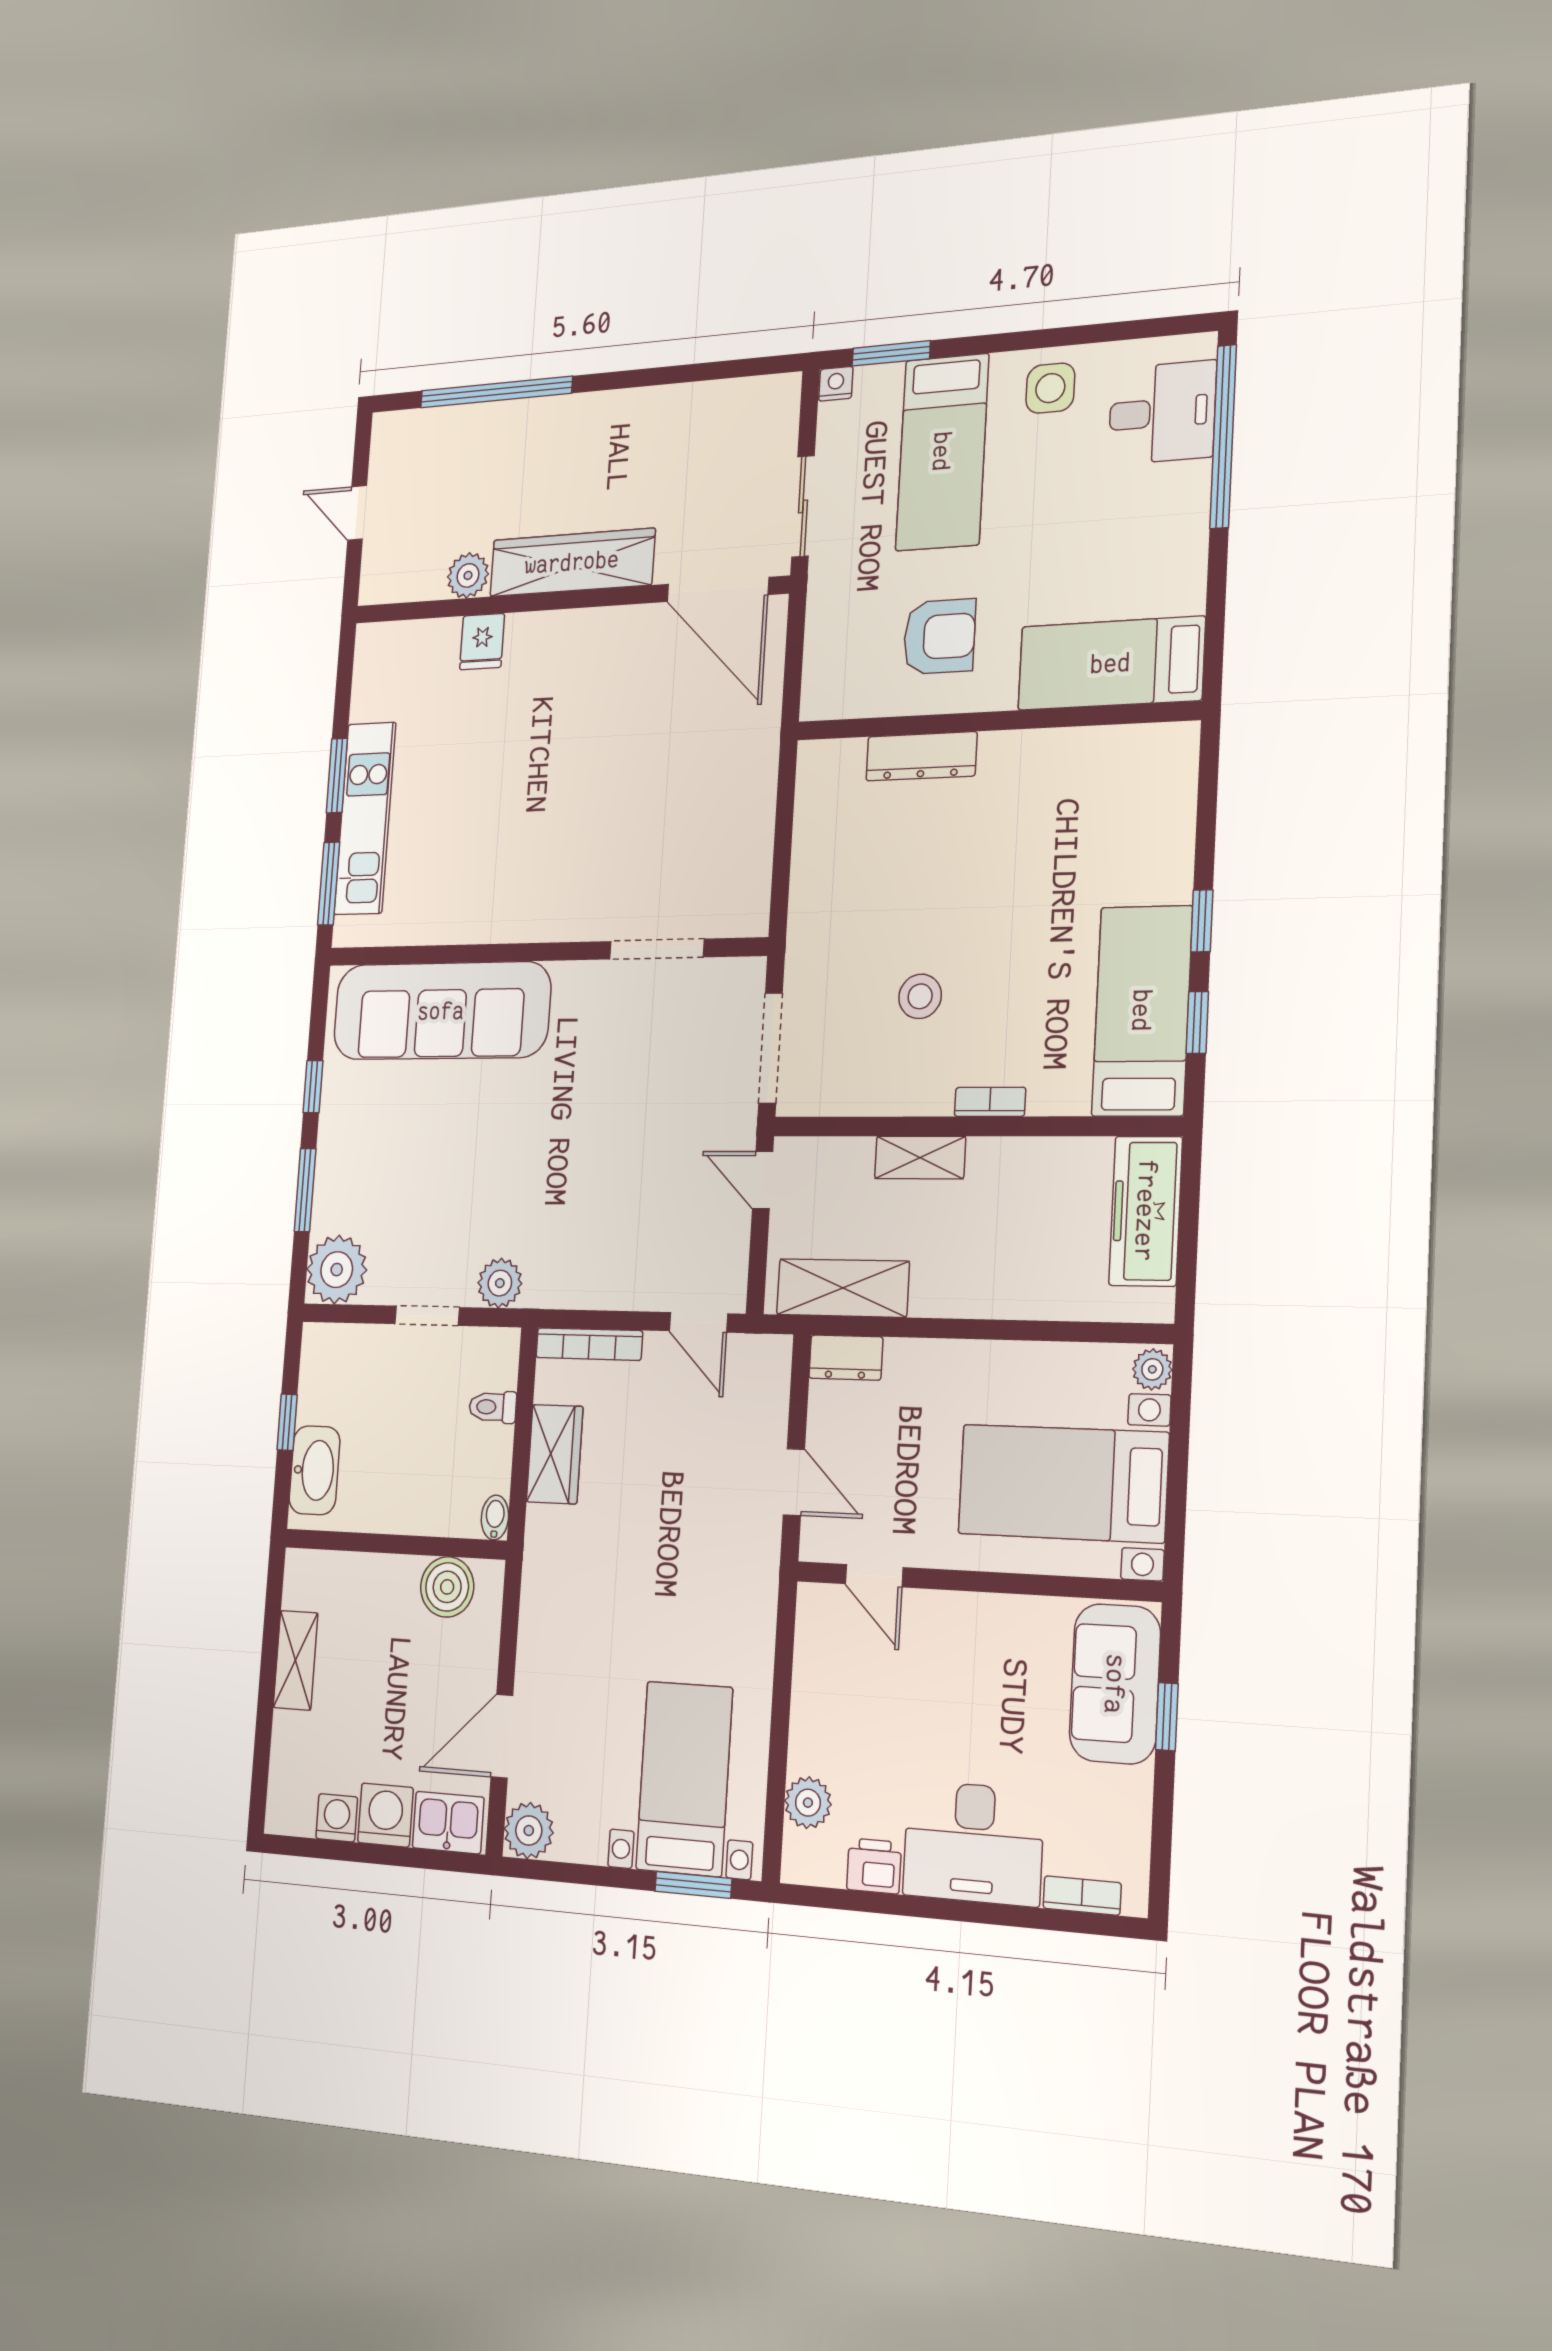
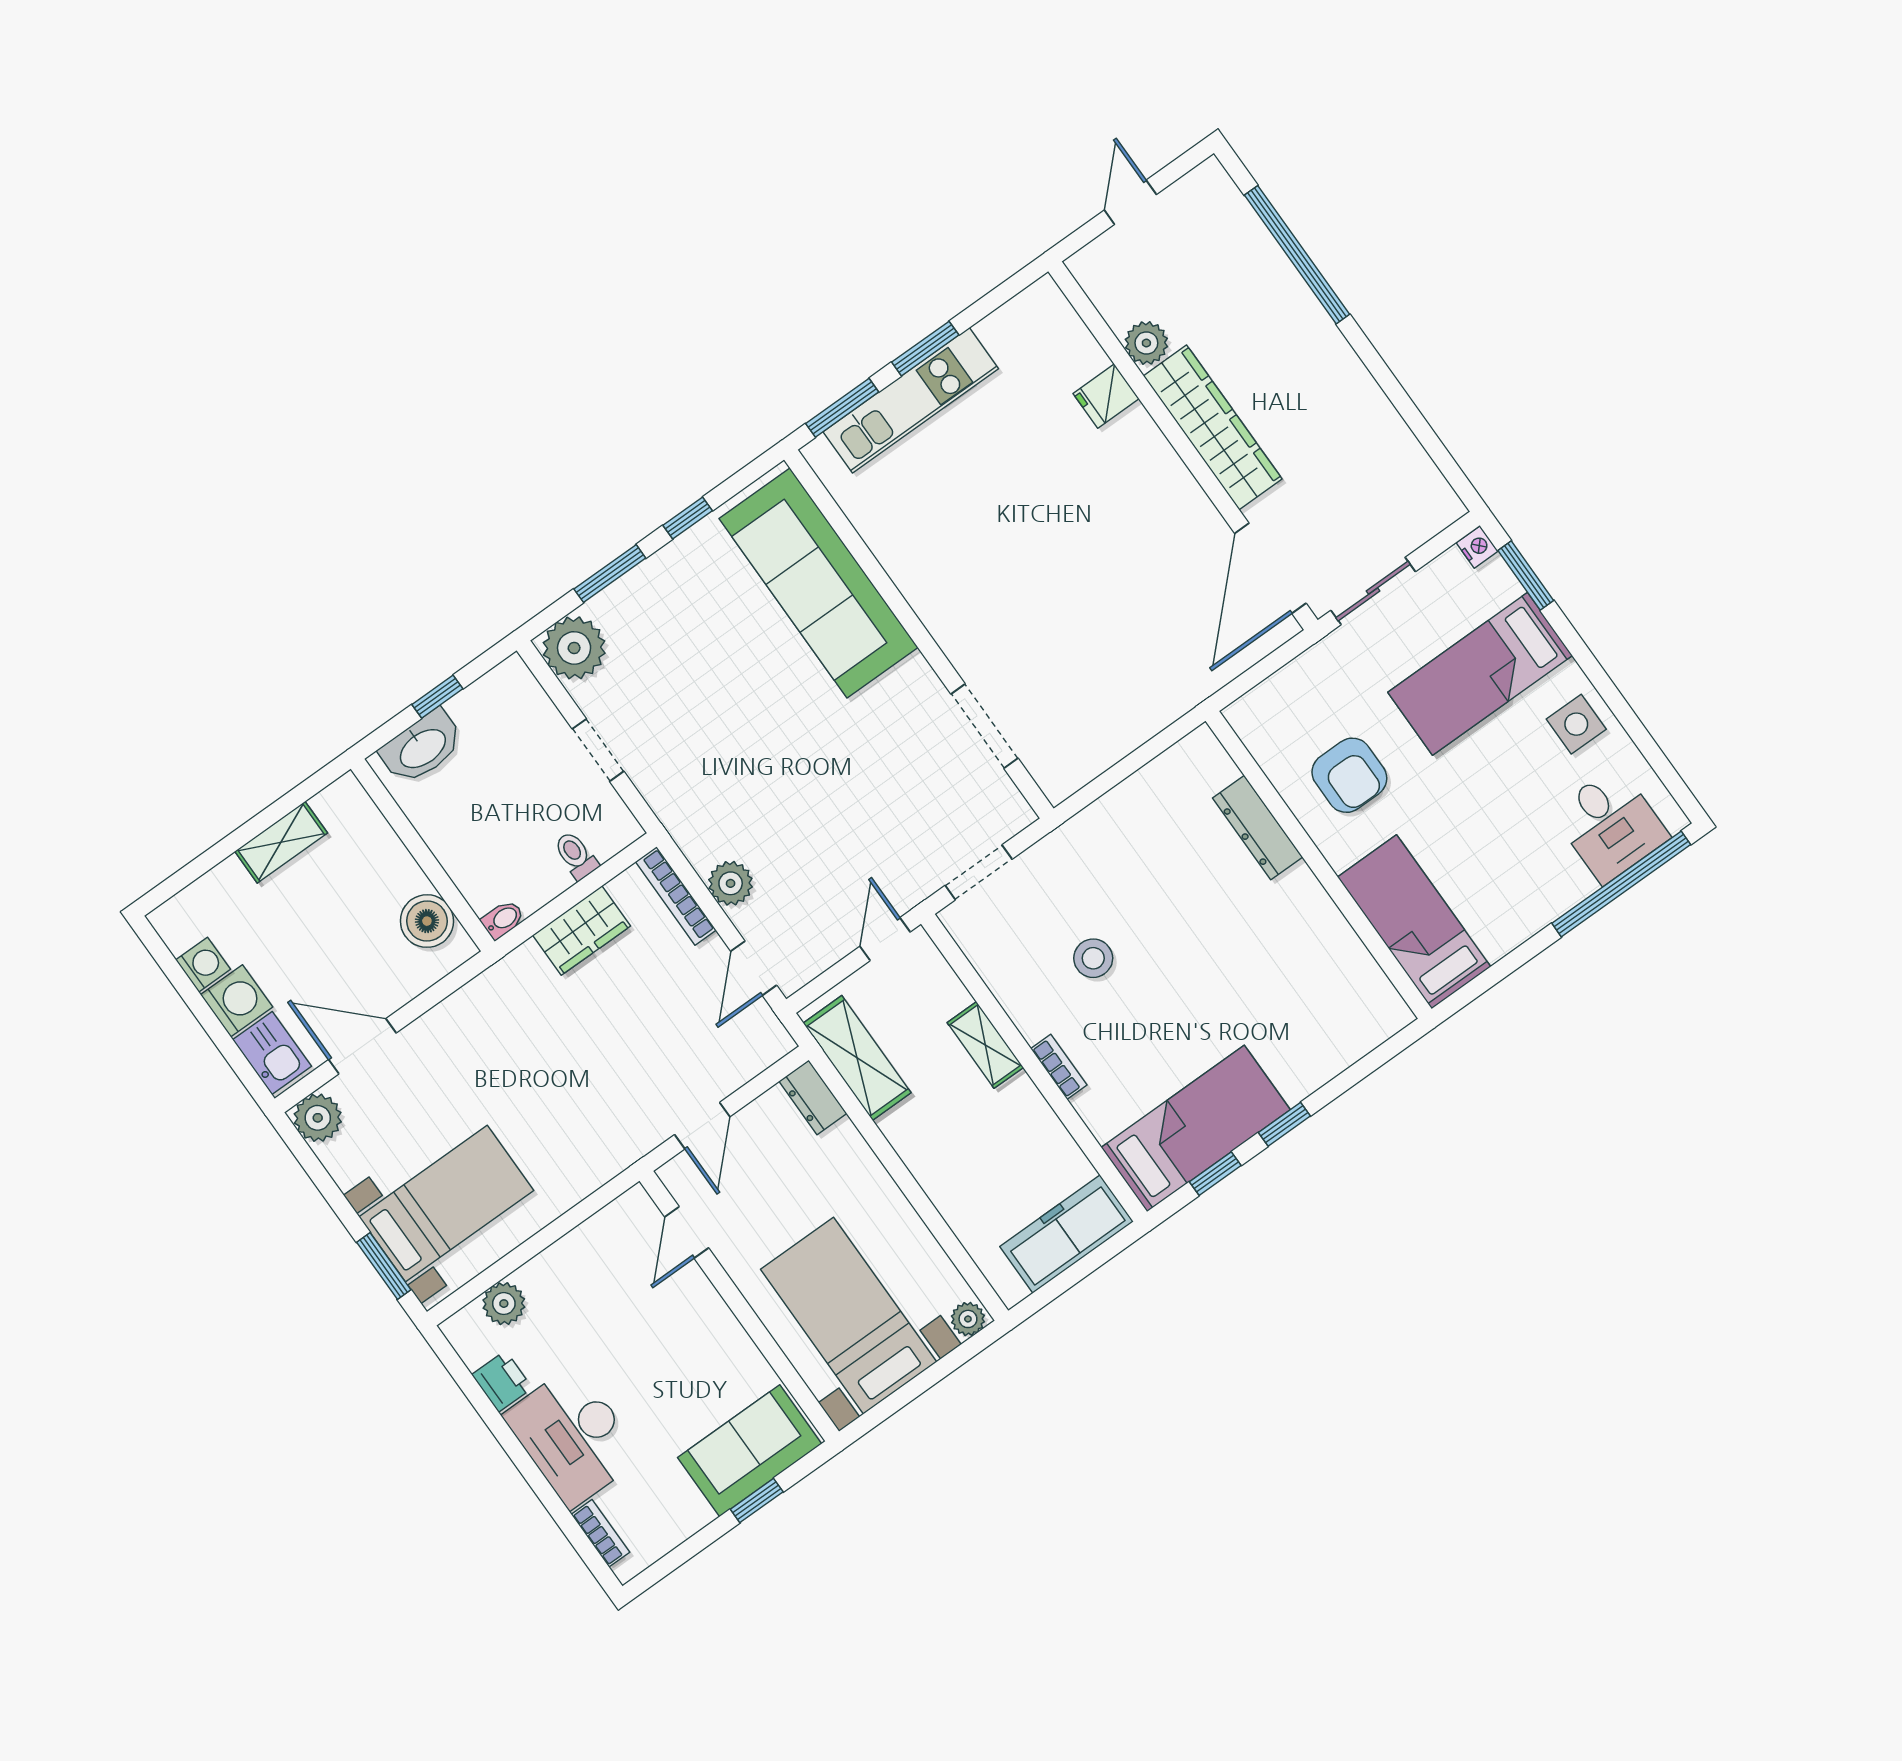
doorway: (771, 1048) -> (979, 872), width x0.73
plant: (500, 1283) -> (731, 883), moved

